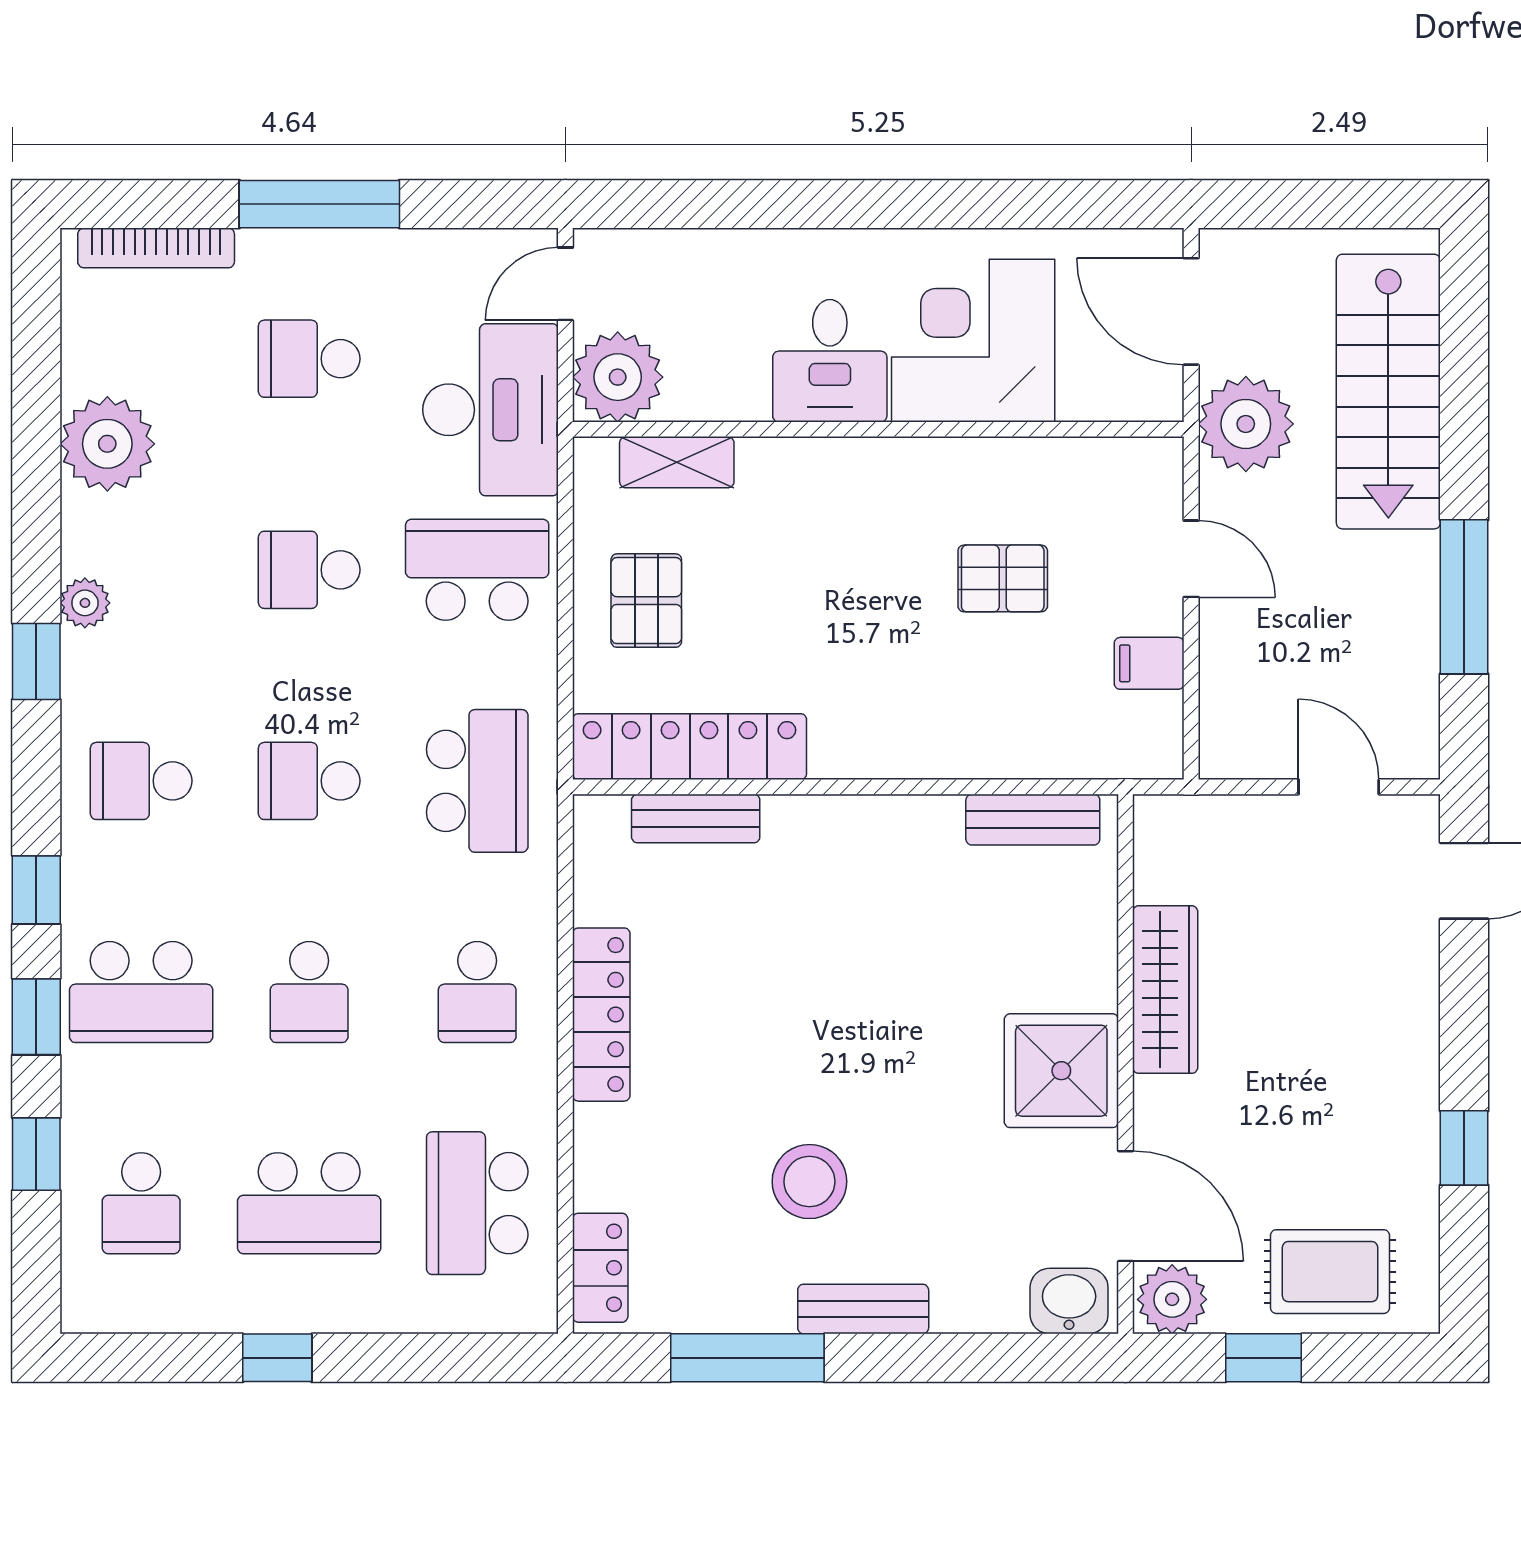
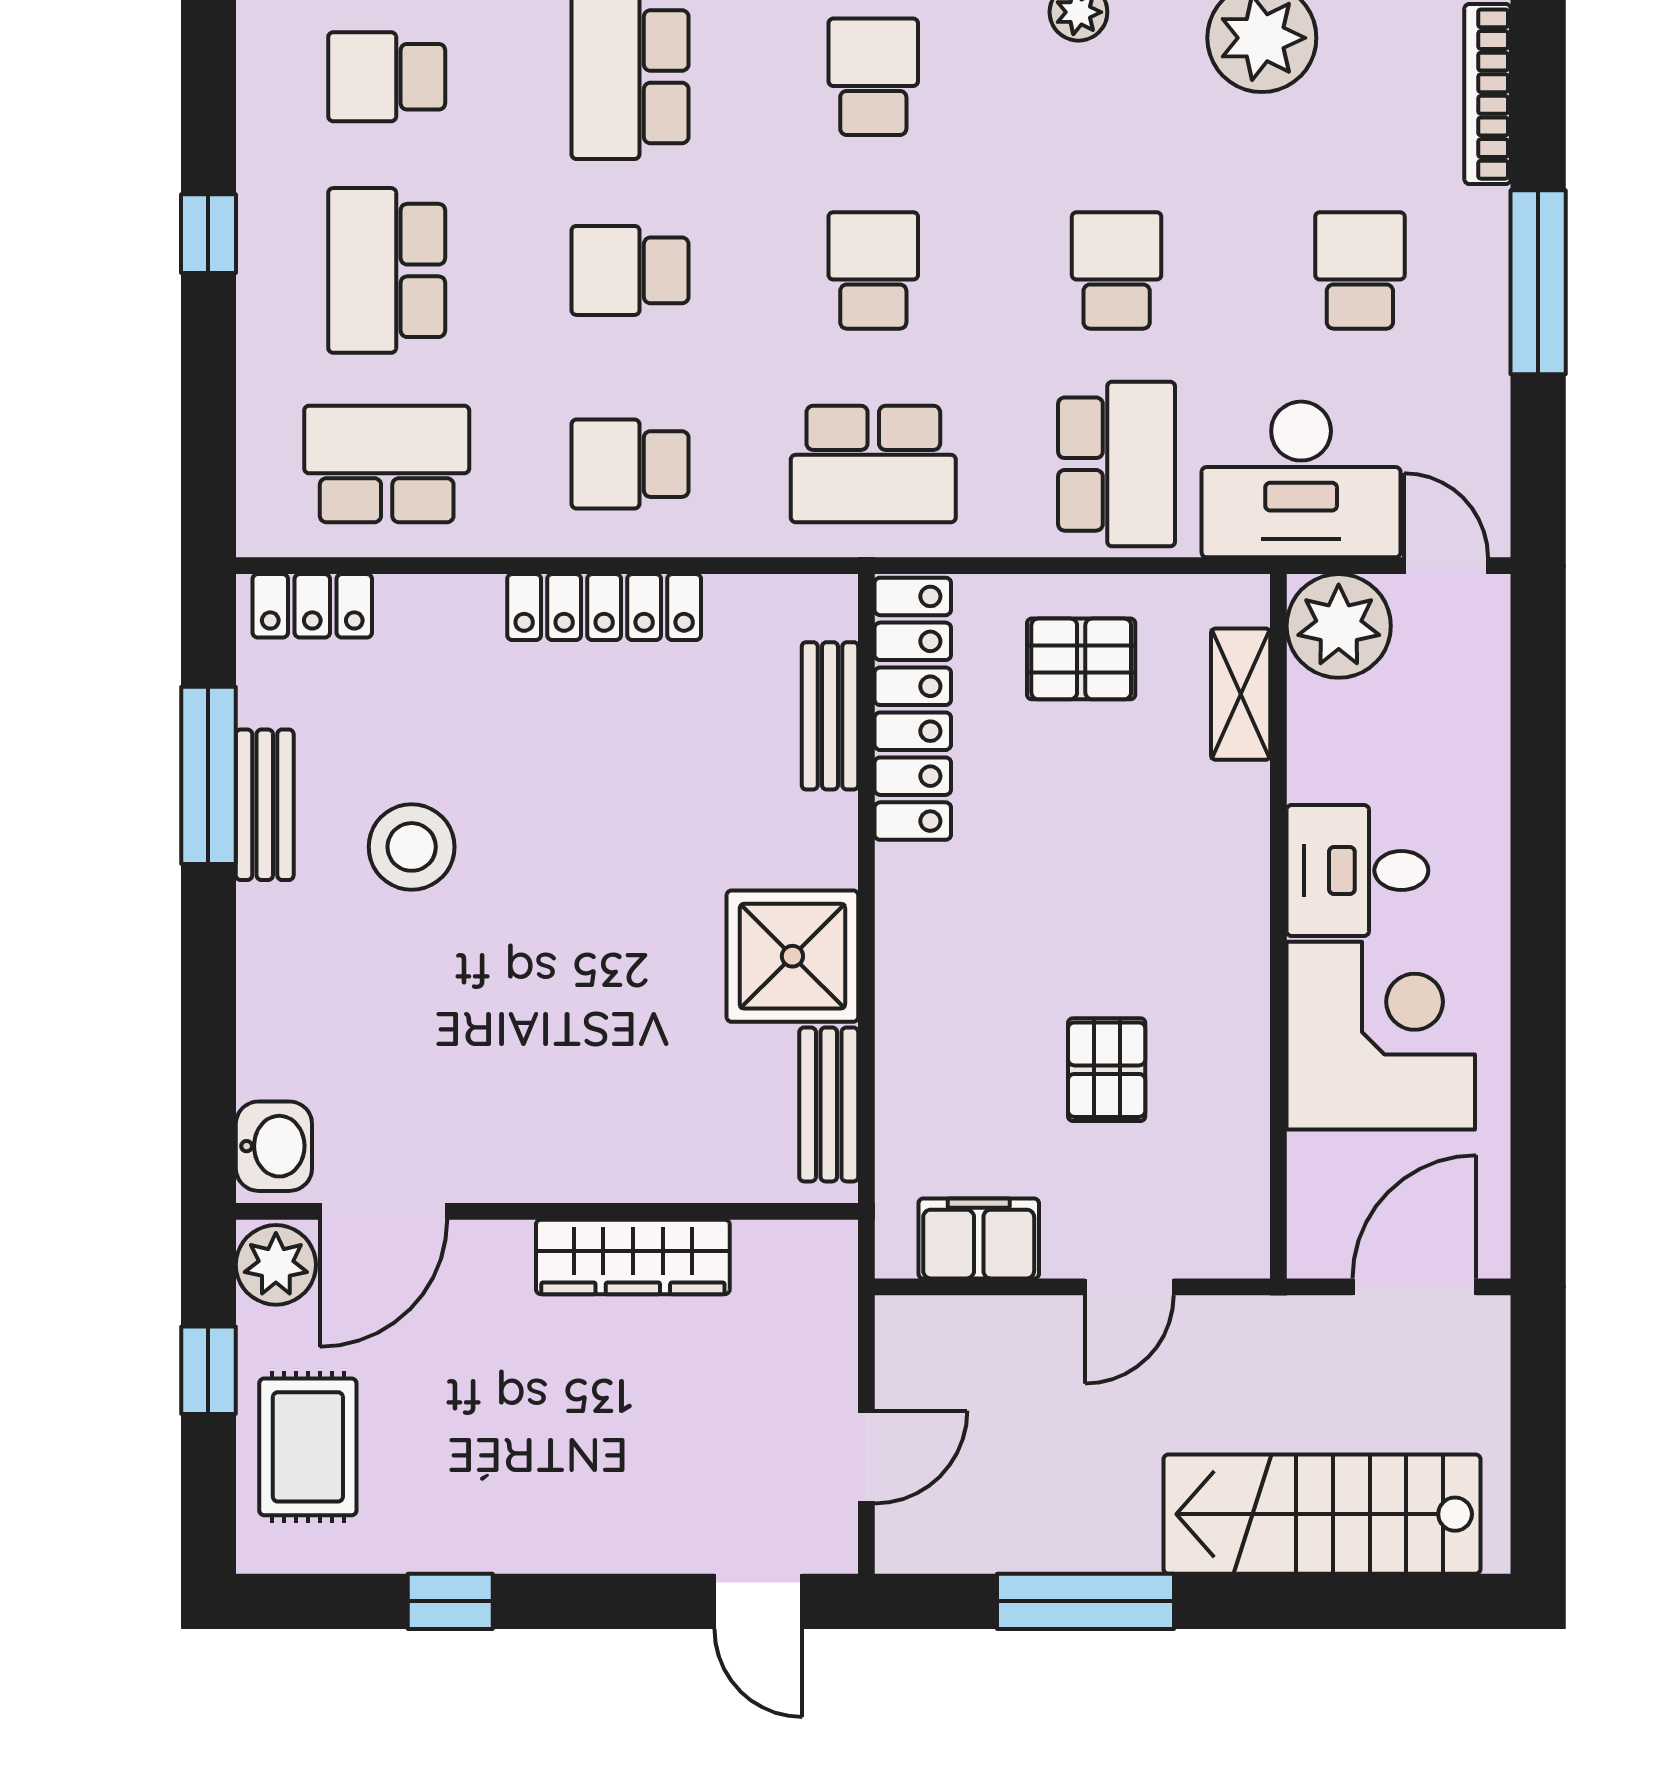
plant: (1246, 424) -> (1285, 1350), removed
filing cabinet: (1149, 663) -> (979, 1238), width x2.00
shower: (1061, 1071) -> (792, 956), moved
bench: (863, 1309) -> (265, 805), moved

